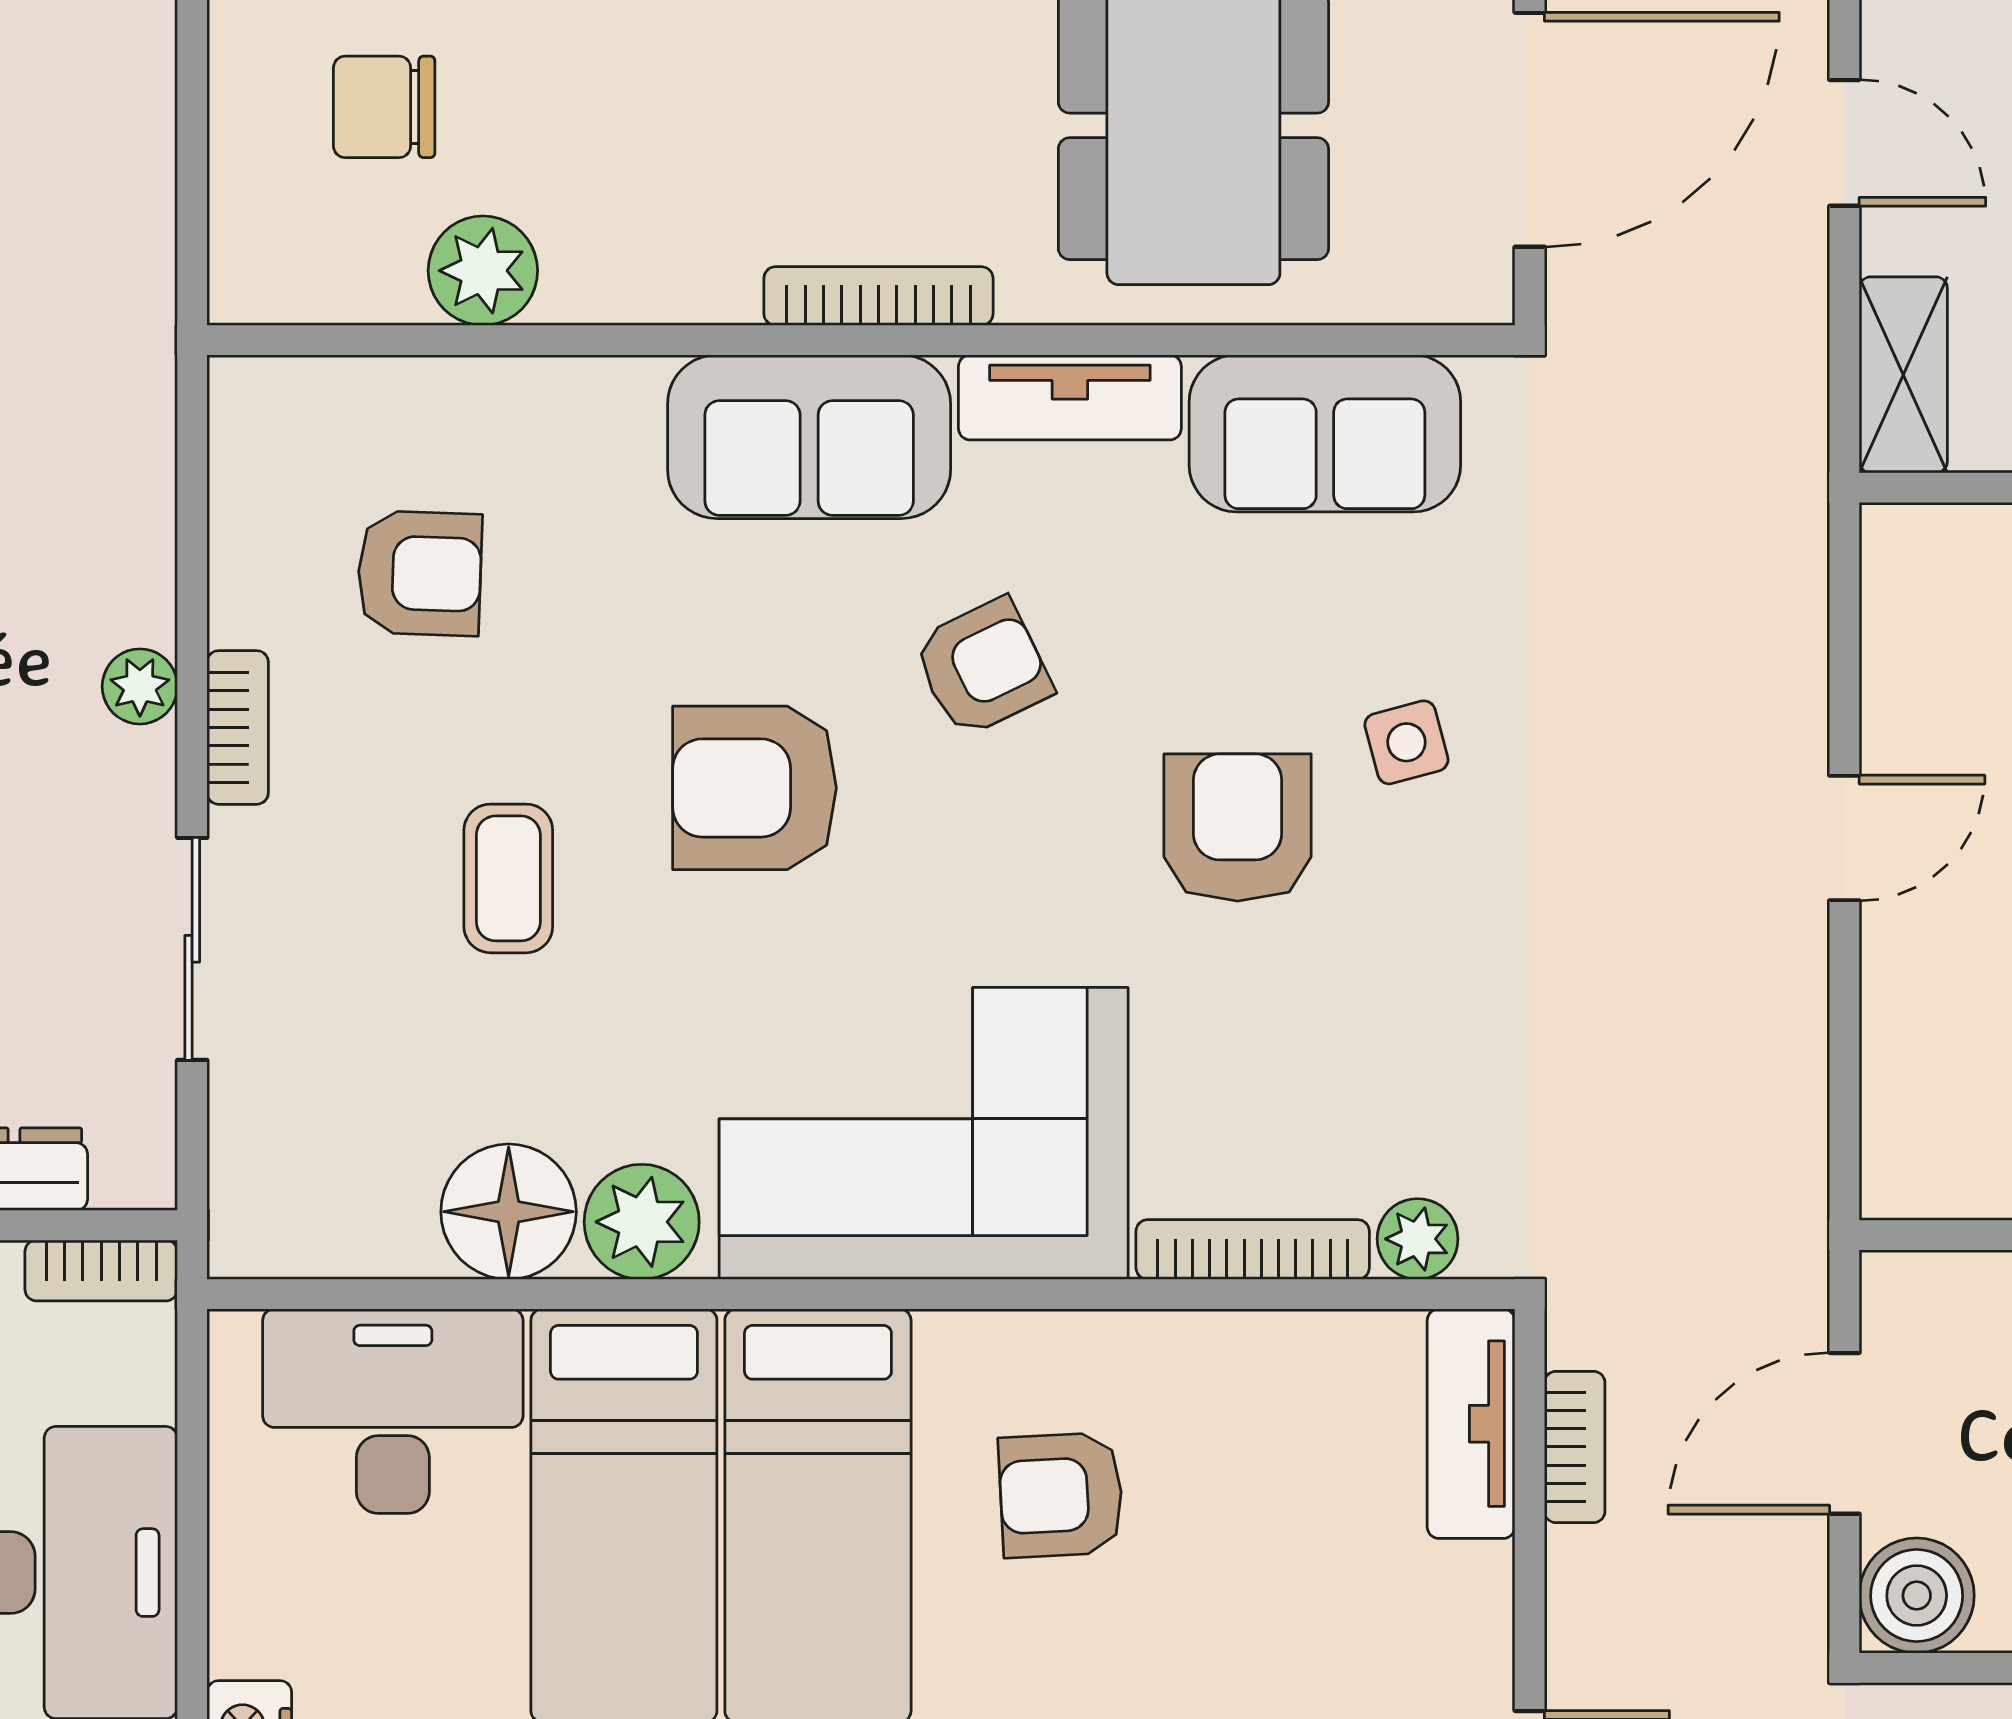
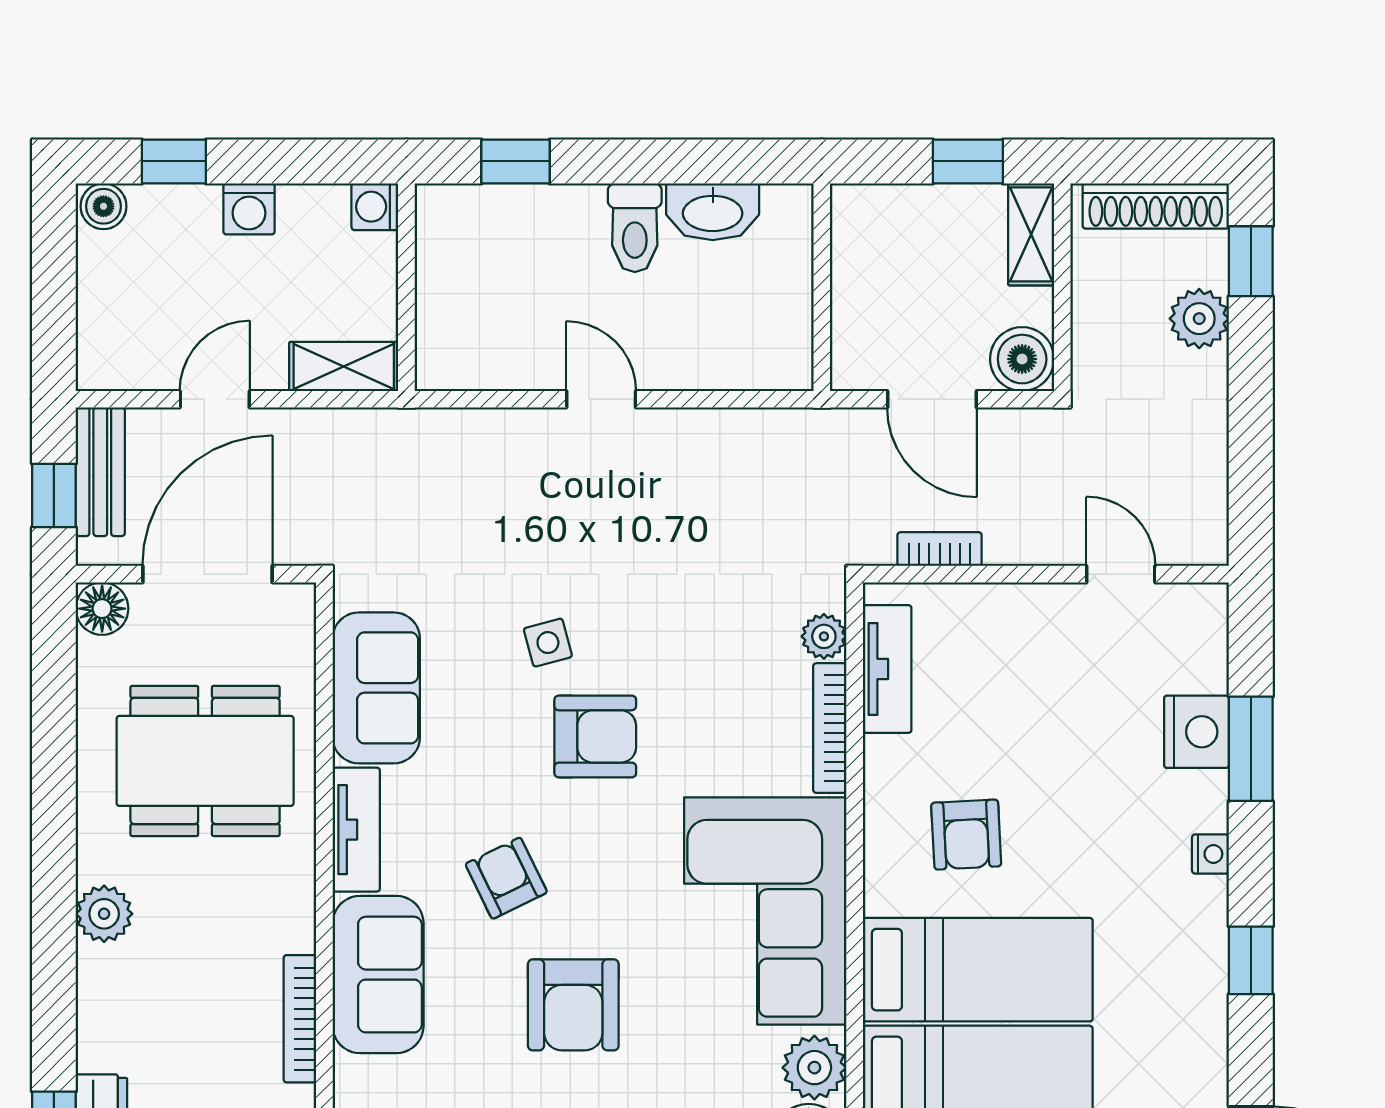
door: (1530, 130) -> (207, 574), hinge flipped
bookcase: (878, 296) -> (300, 1019), moved
armchair: (1238, 827) -> (595, 736), turned 180
tv unit: (1471, 1424) -> (887, 669), moved, turned -90

